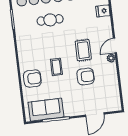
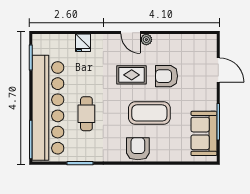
coffee table: (56, 67) -> (149, 113), width x1.86, depth x1.72
armchair: (86, 77) -> (167, 76), turned -90
armchair: (32, 79) -> (138, 149), moved

